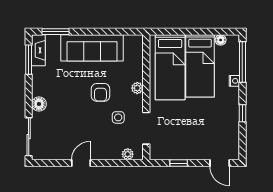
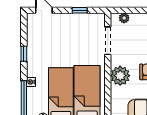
plant: (137, 88) -> (120, 76), width x1.88, depth x1.88
side table: (118, 117) -> (132, 50), removed

